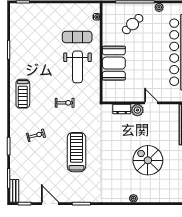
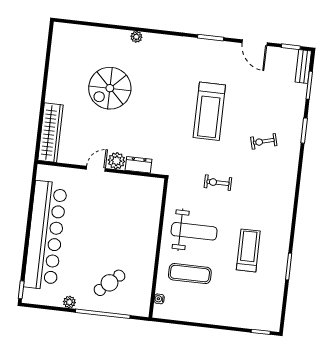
booth: (114, 63) -> (142, 231), removed
weight bench: (77, 67) -> (194, 231), turned 90
treadmill: (23, 94) -> (248, 250), moved
door: (151, 103) -> (96, 169), swing flipped
spiral stairs: (148, 160) -> (110, 88), turned 90

